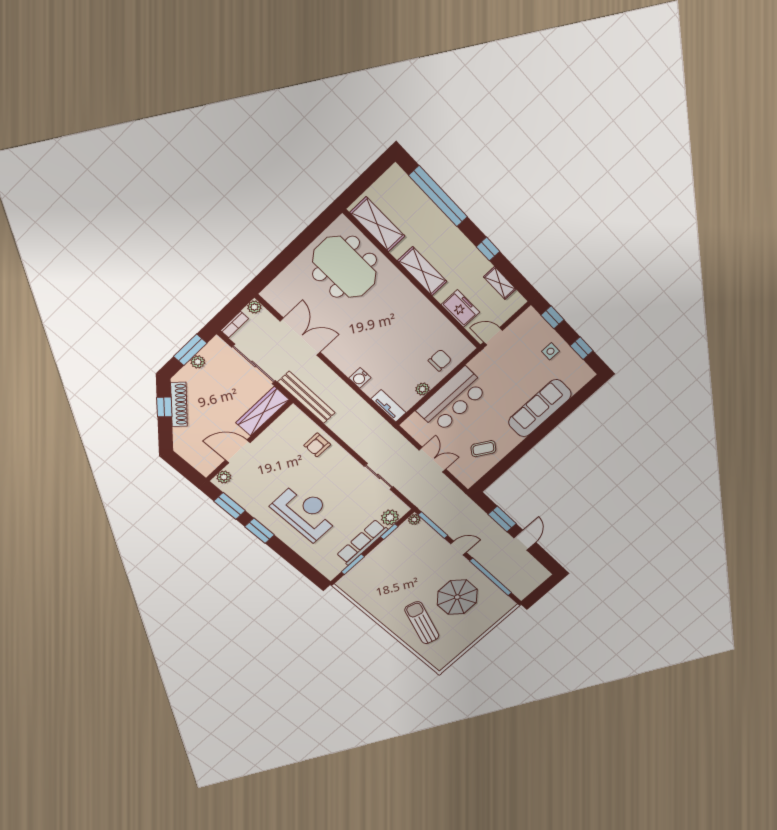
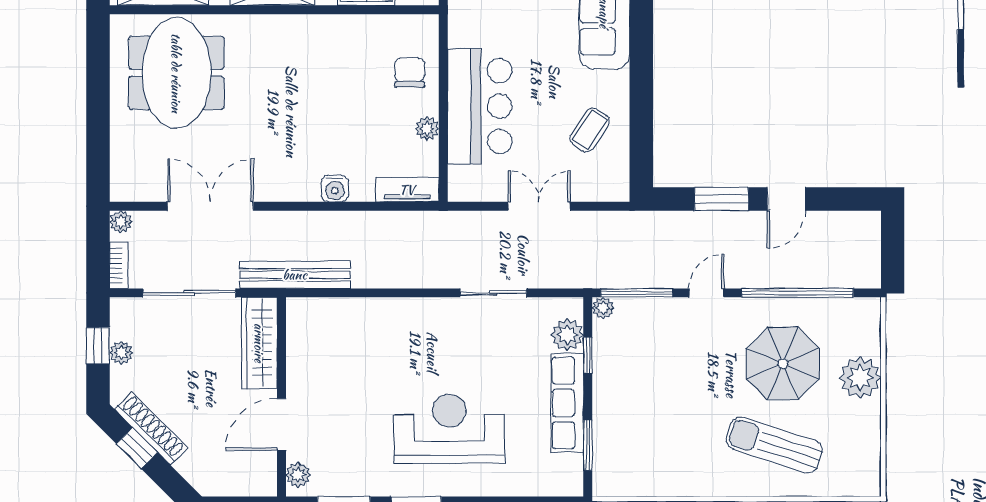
meeting table: (345, 267) -> (176, 73), turned 90
window: (190, 350) -> (98, 346), width x0.67
armchair: (317, 445) -> (371, 324), removed
door: (525, 540) -> (786, 199), swing flipped
plant: (479, 625) -> (860, 378), added

